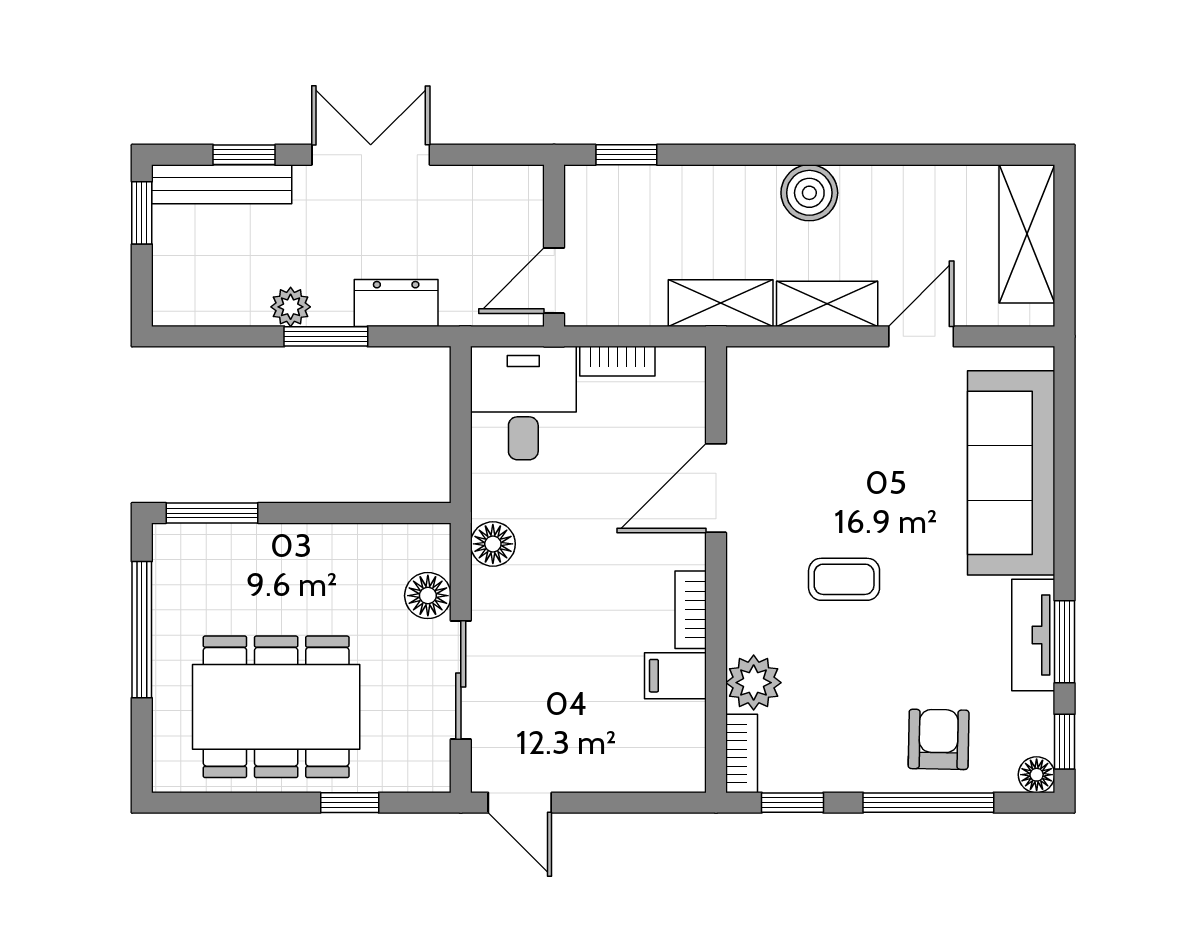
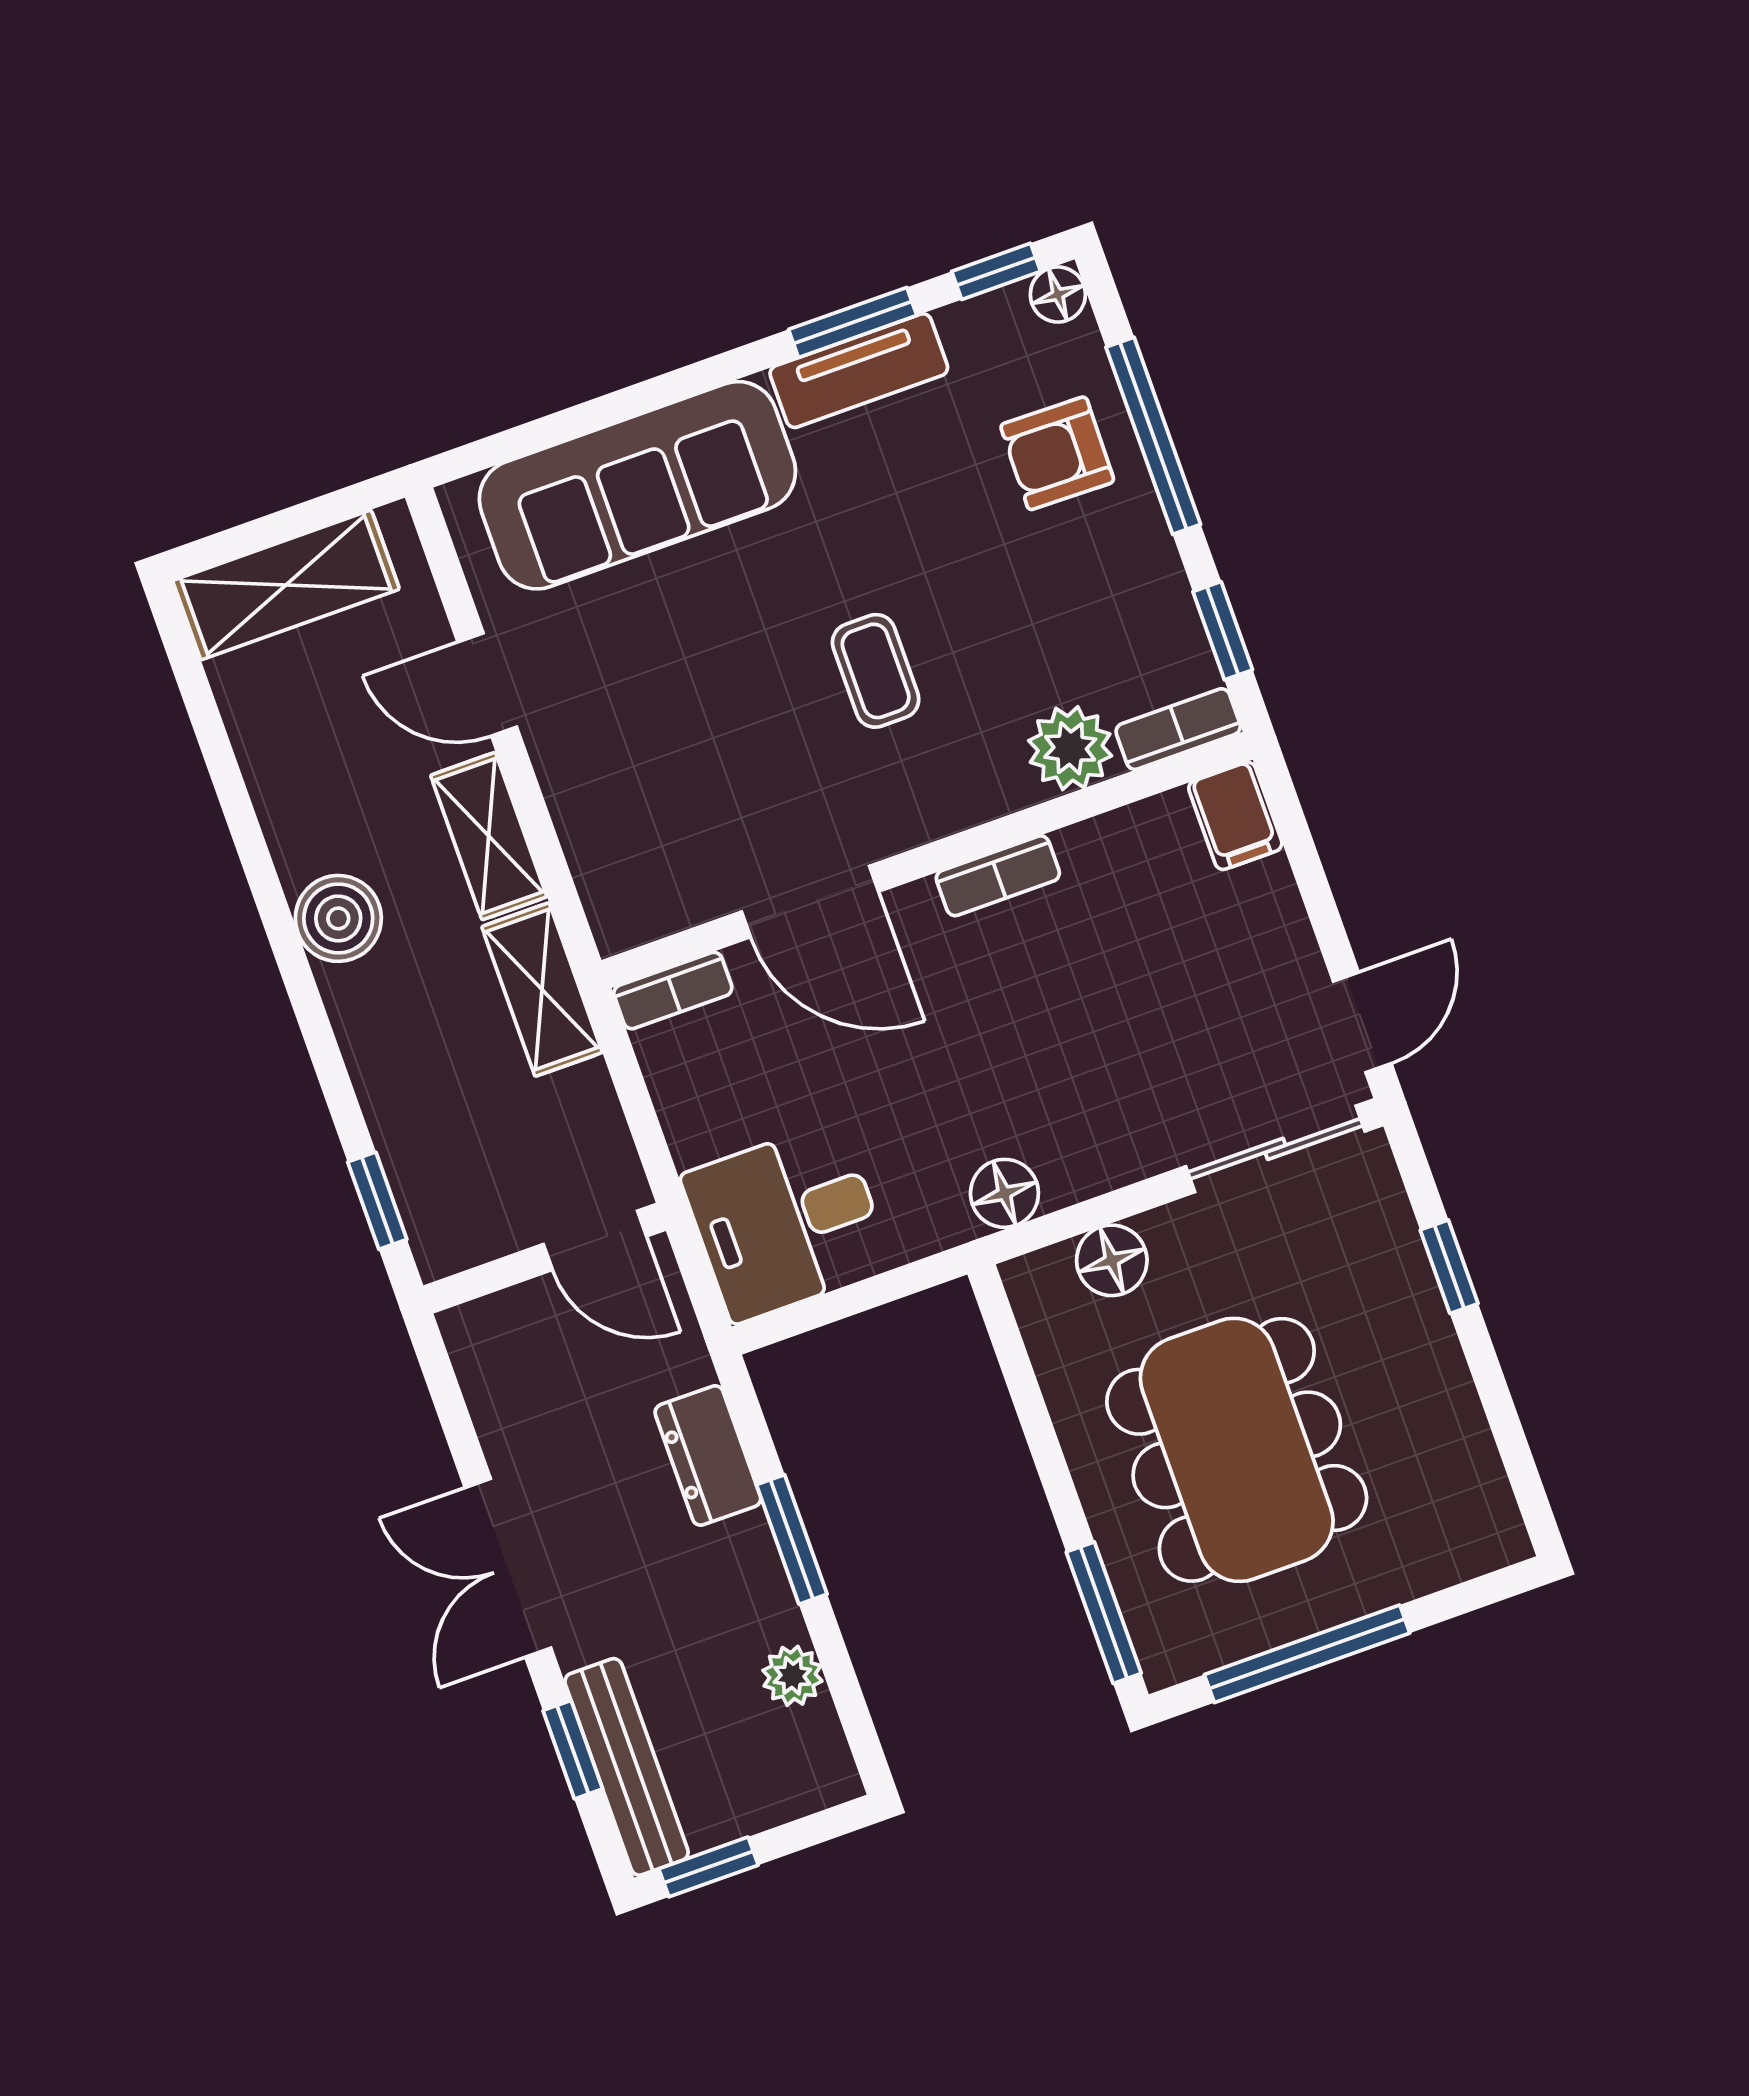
plant: (291, 307) -> (792, 1676), moved
bookcase: (617, 361) -> (673, 991), moved, turned 90
filing cabinet: (675, 676) -> (1235, 816), moved
sliding door: (461, 680) -> (1275, 1149), moved
dining table: (276, 707) -> (1237, 1450), moved

